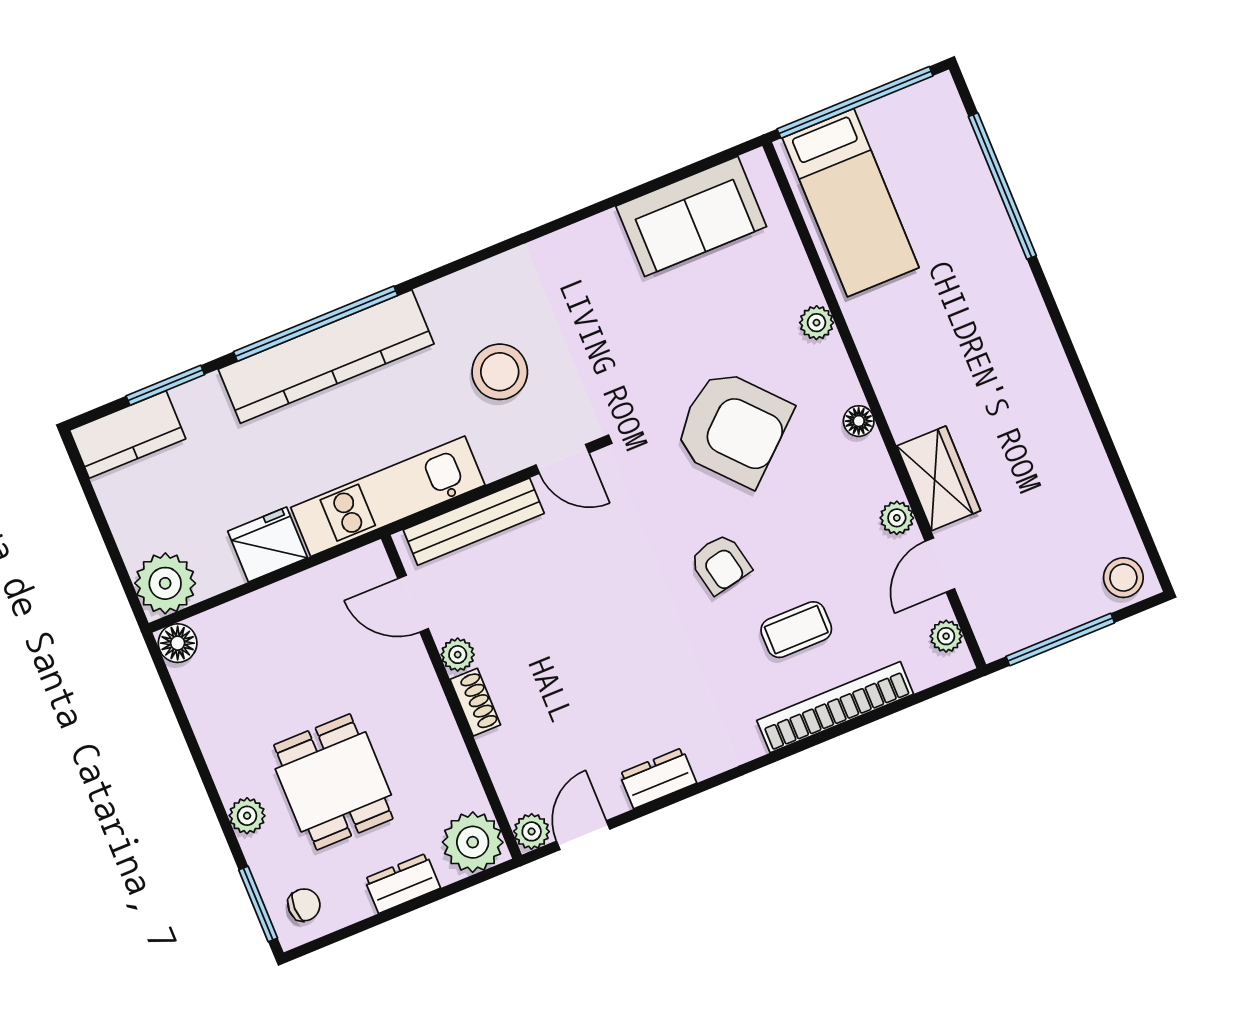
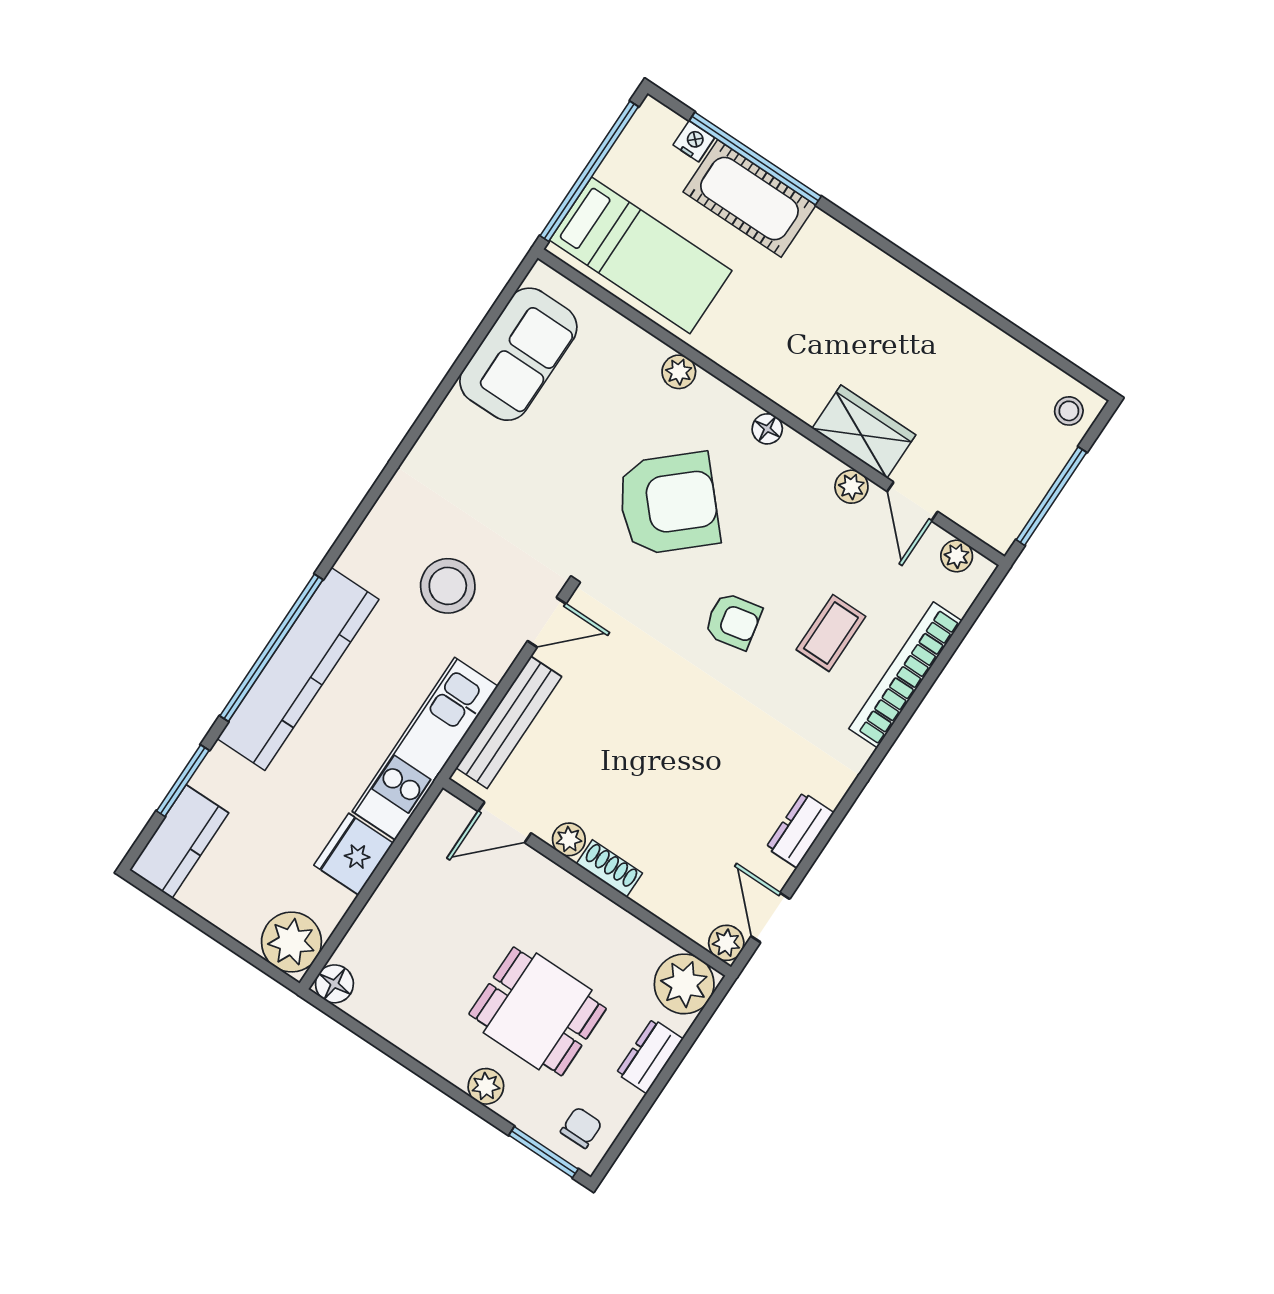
nightstand: (960, 137) -> (694, 141), added
cot: (975, 217) -> (749, 199), added
stool: (1123, 578) -> (1069, 411), width x0.73, depth x0.73

